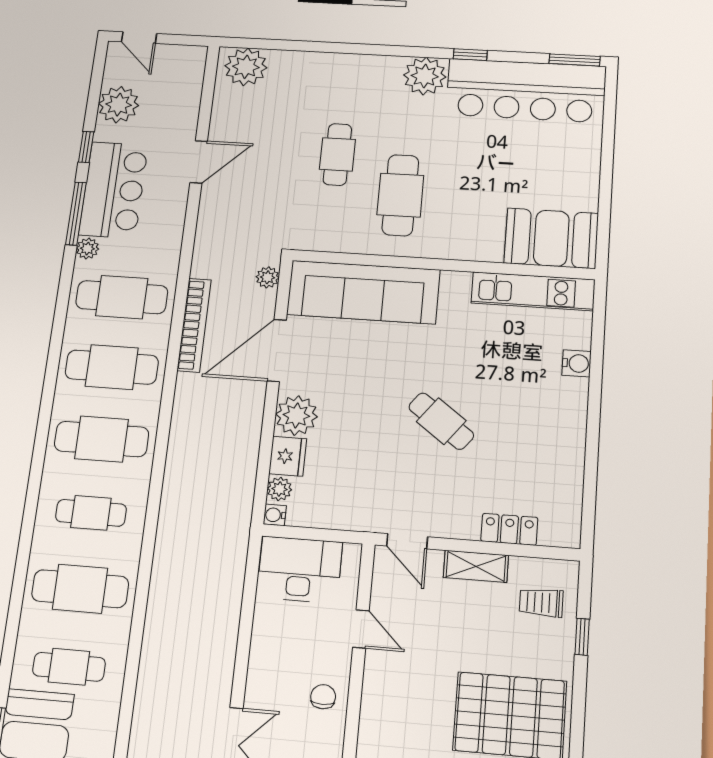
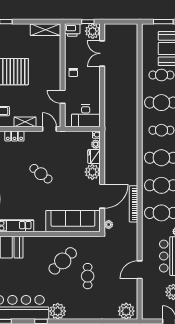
cafe table: (400, 195) -> (63, 261), turned 46

